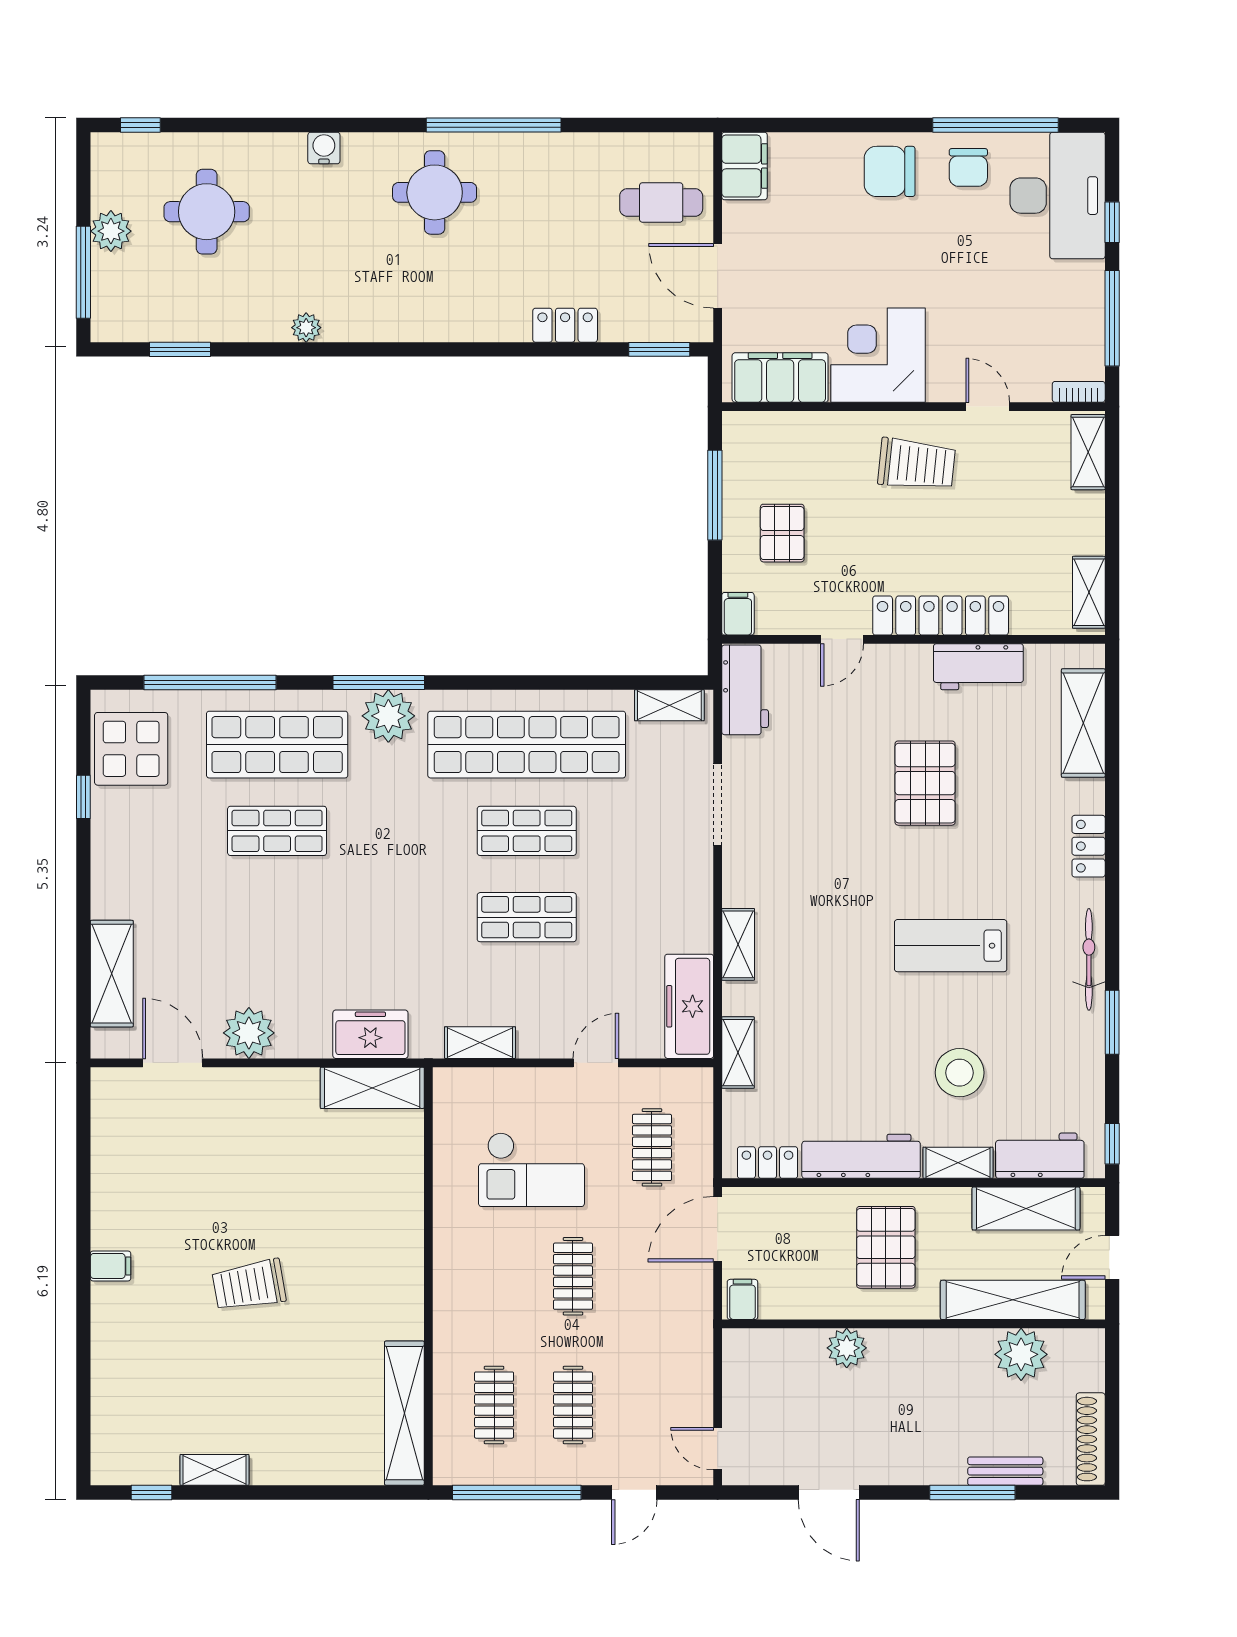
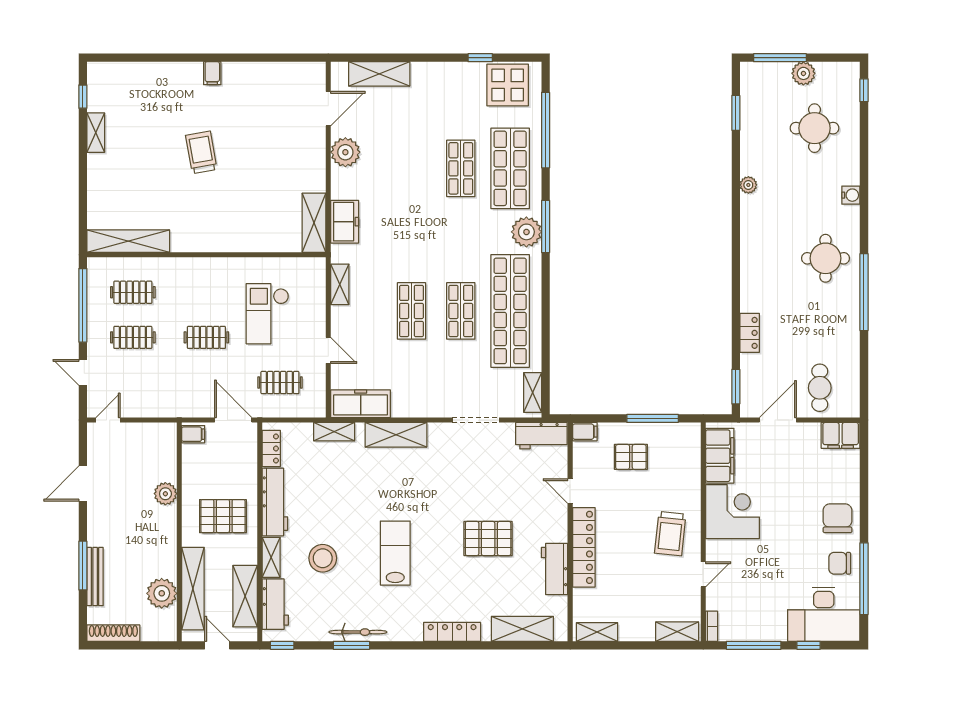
locker: (1089, 846) -> (452, 632), width x1.53
shelving: (738, 944) -> (396, 435), width x1.50, depth x1.33
bicycle: (1089, 959) -> (358, 632), moved
bench: (1005, 1471) -> (95, 577), width x1.36

